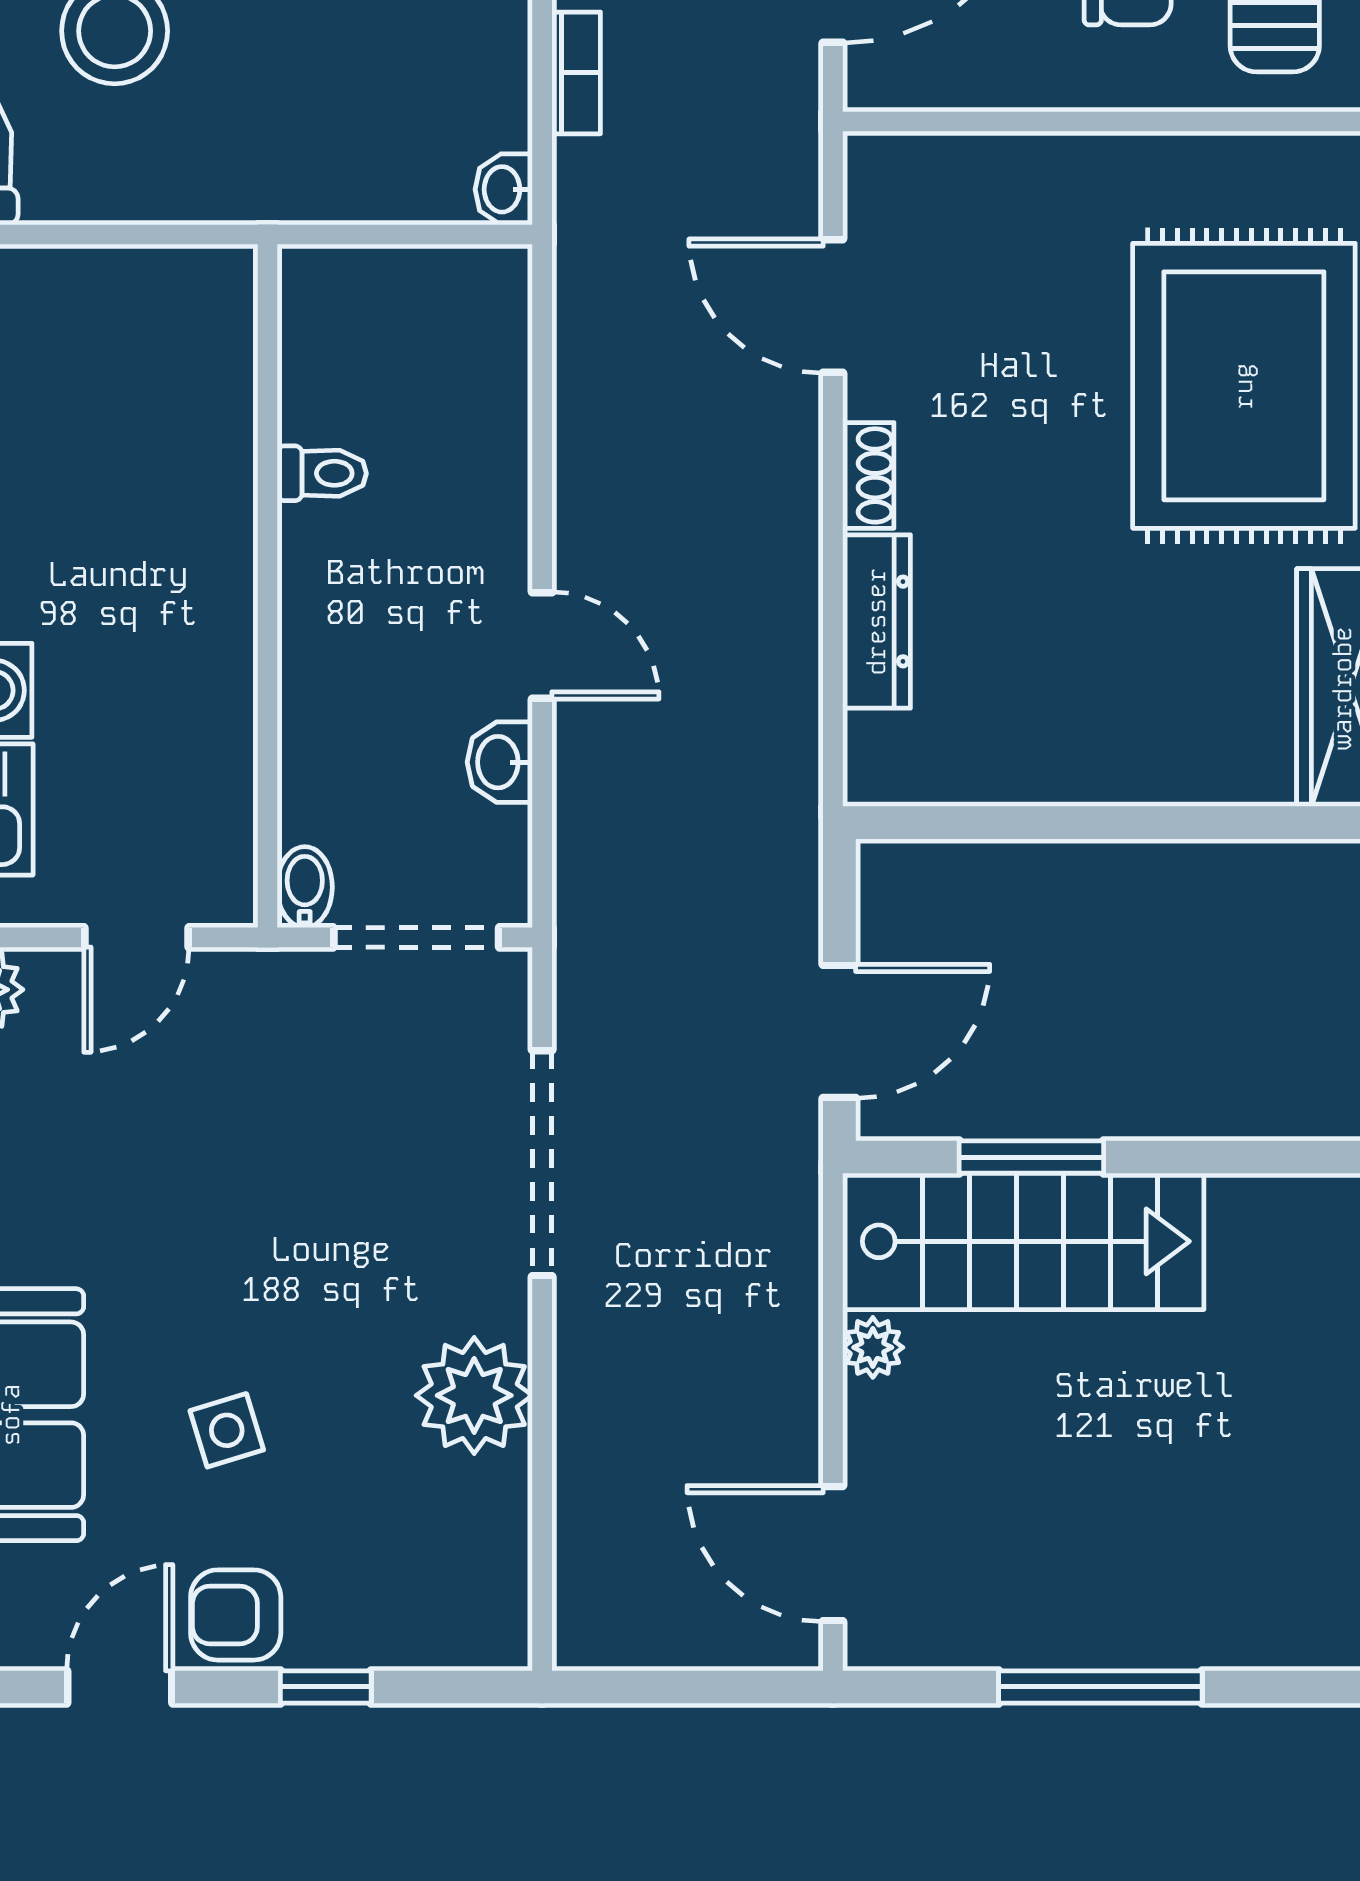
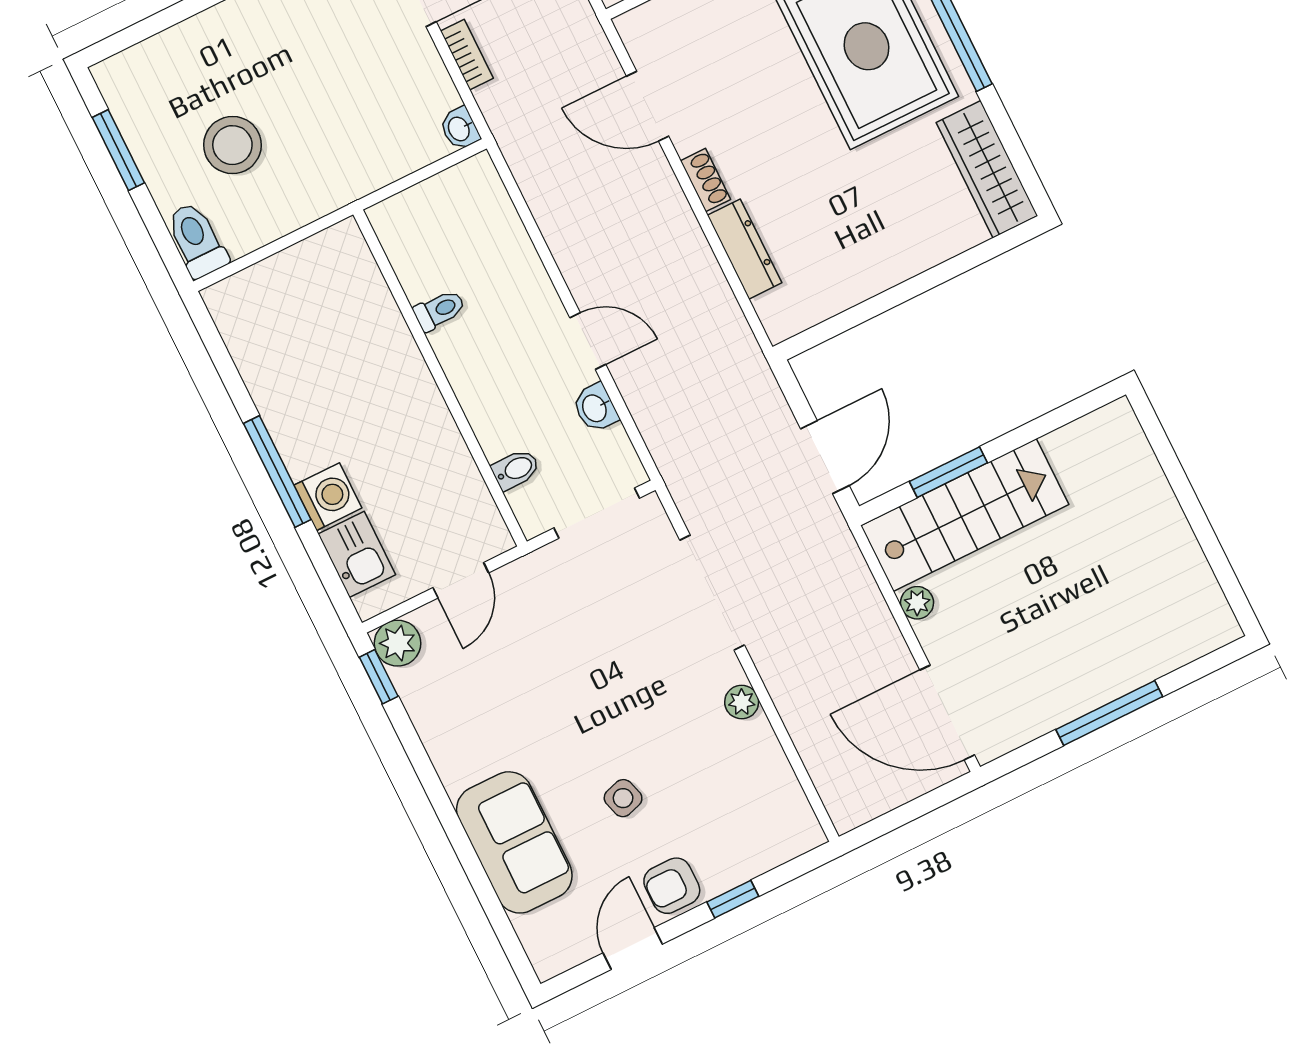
bidet: (305, 887) -> (516, 469), moved, turned 90
plant: (474, 1395) -> (742, 702), width x0.53, depth x0.53
door: (833, 1554) -> (947, 712), width x1.36

